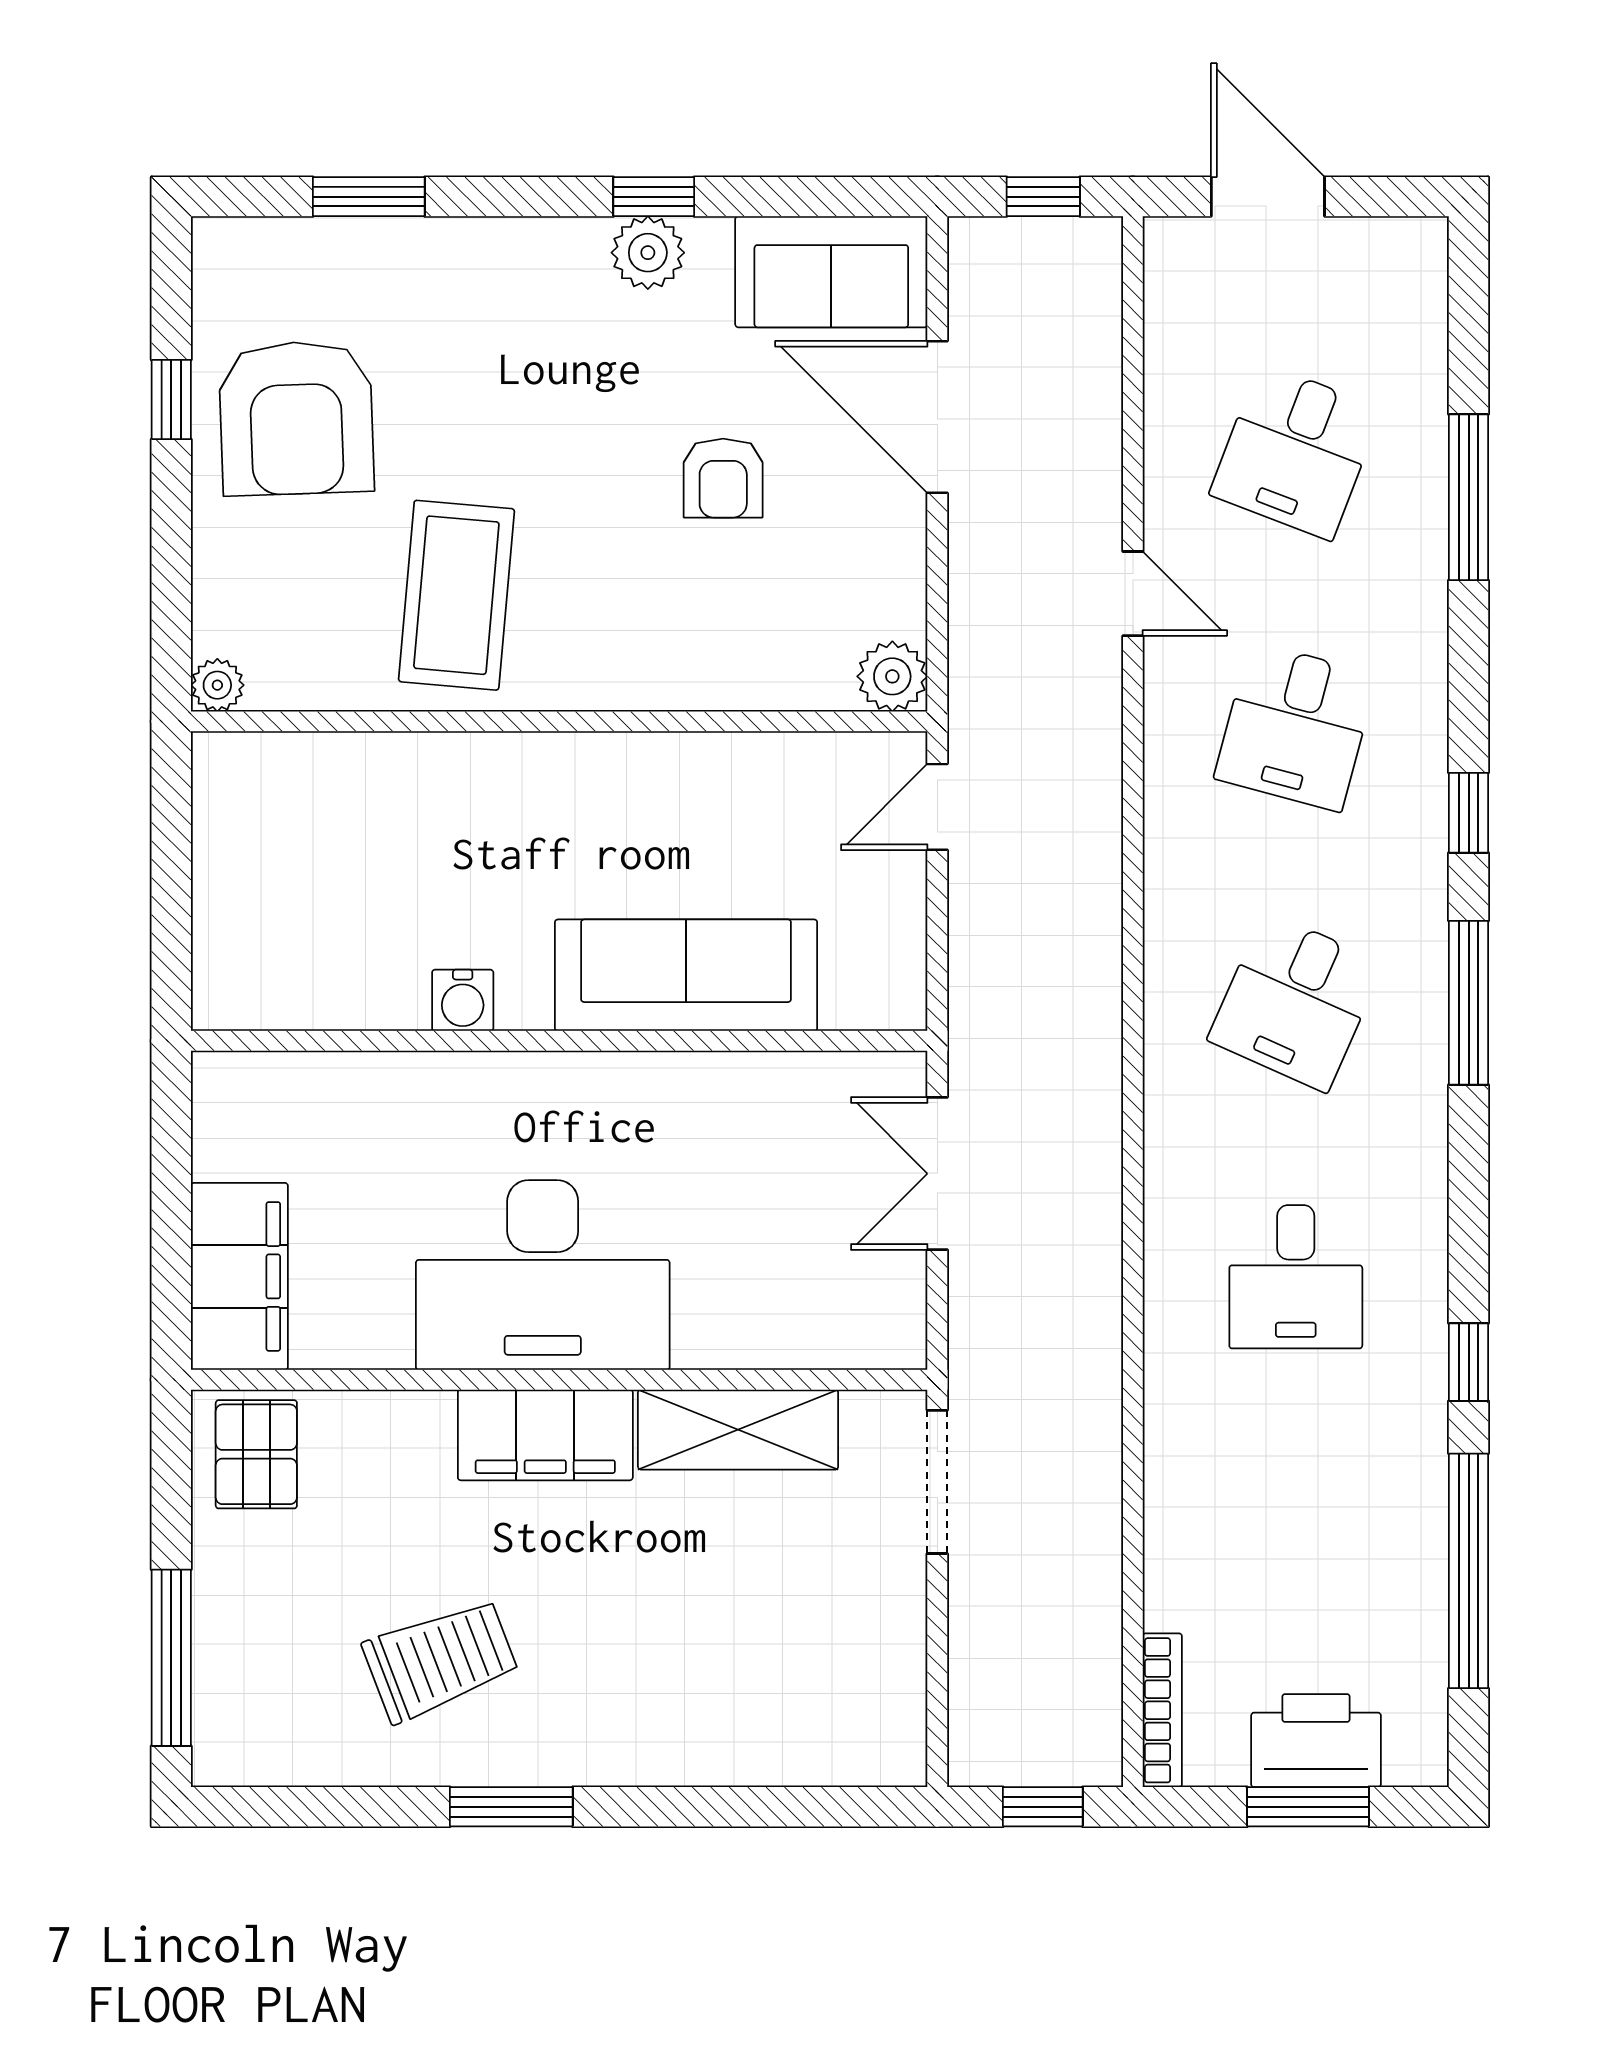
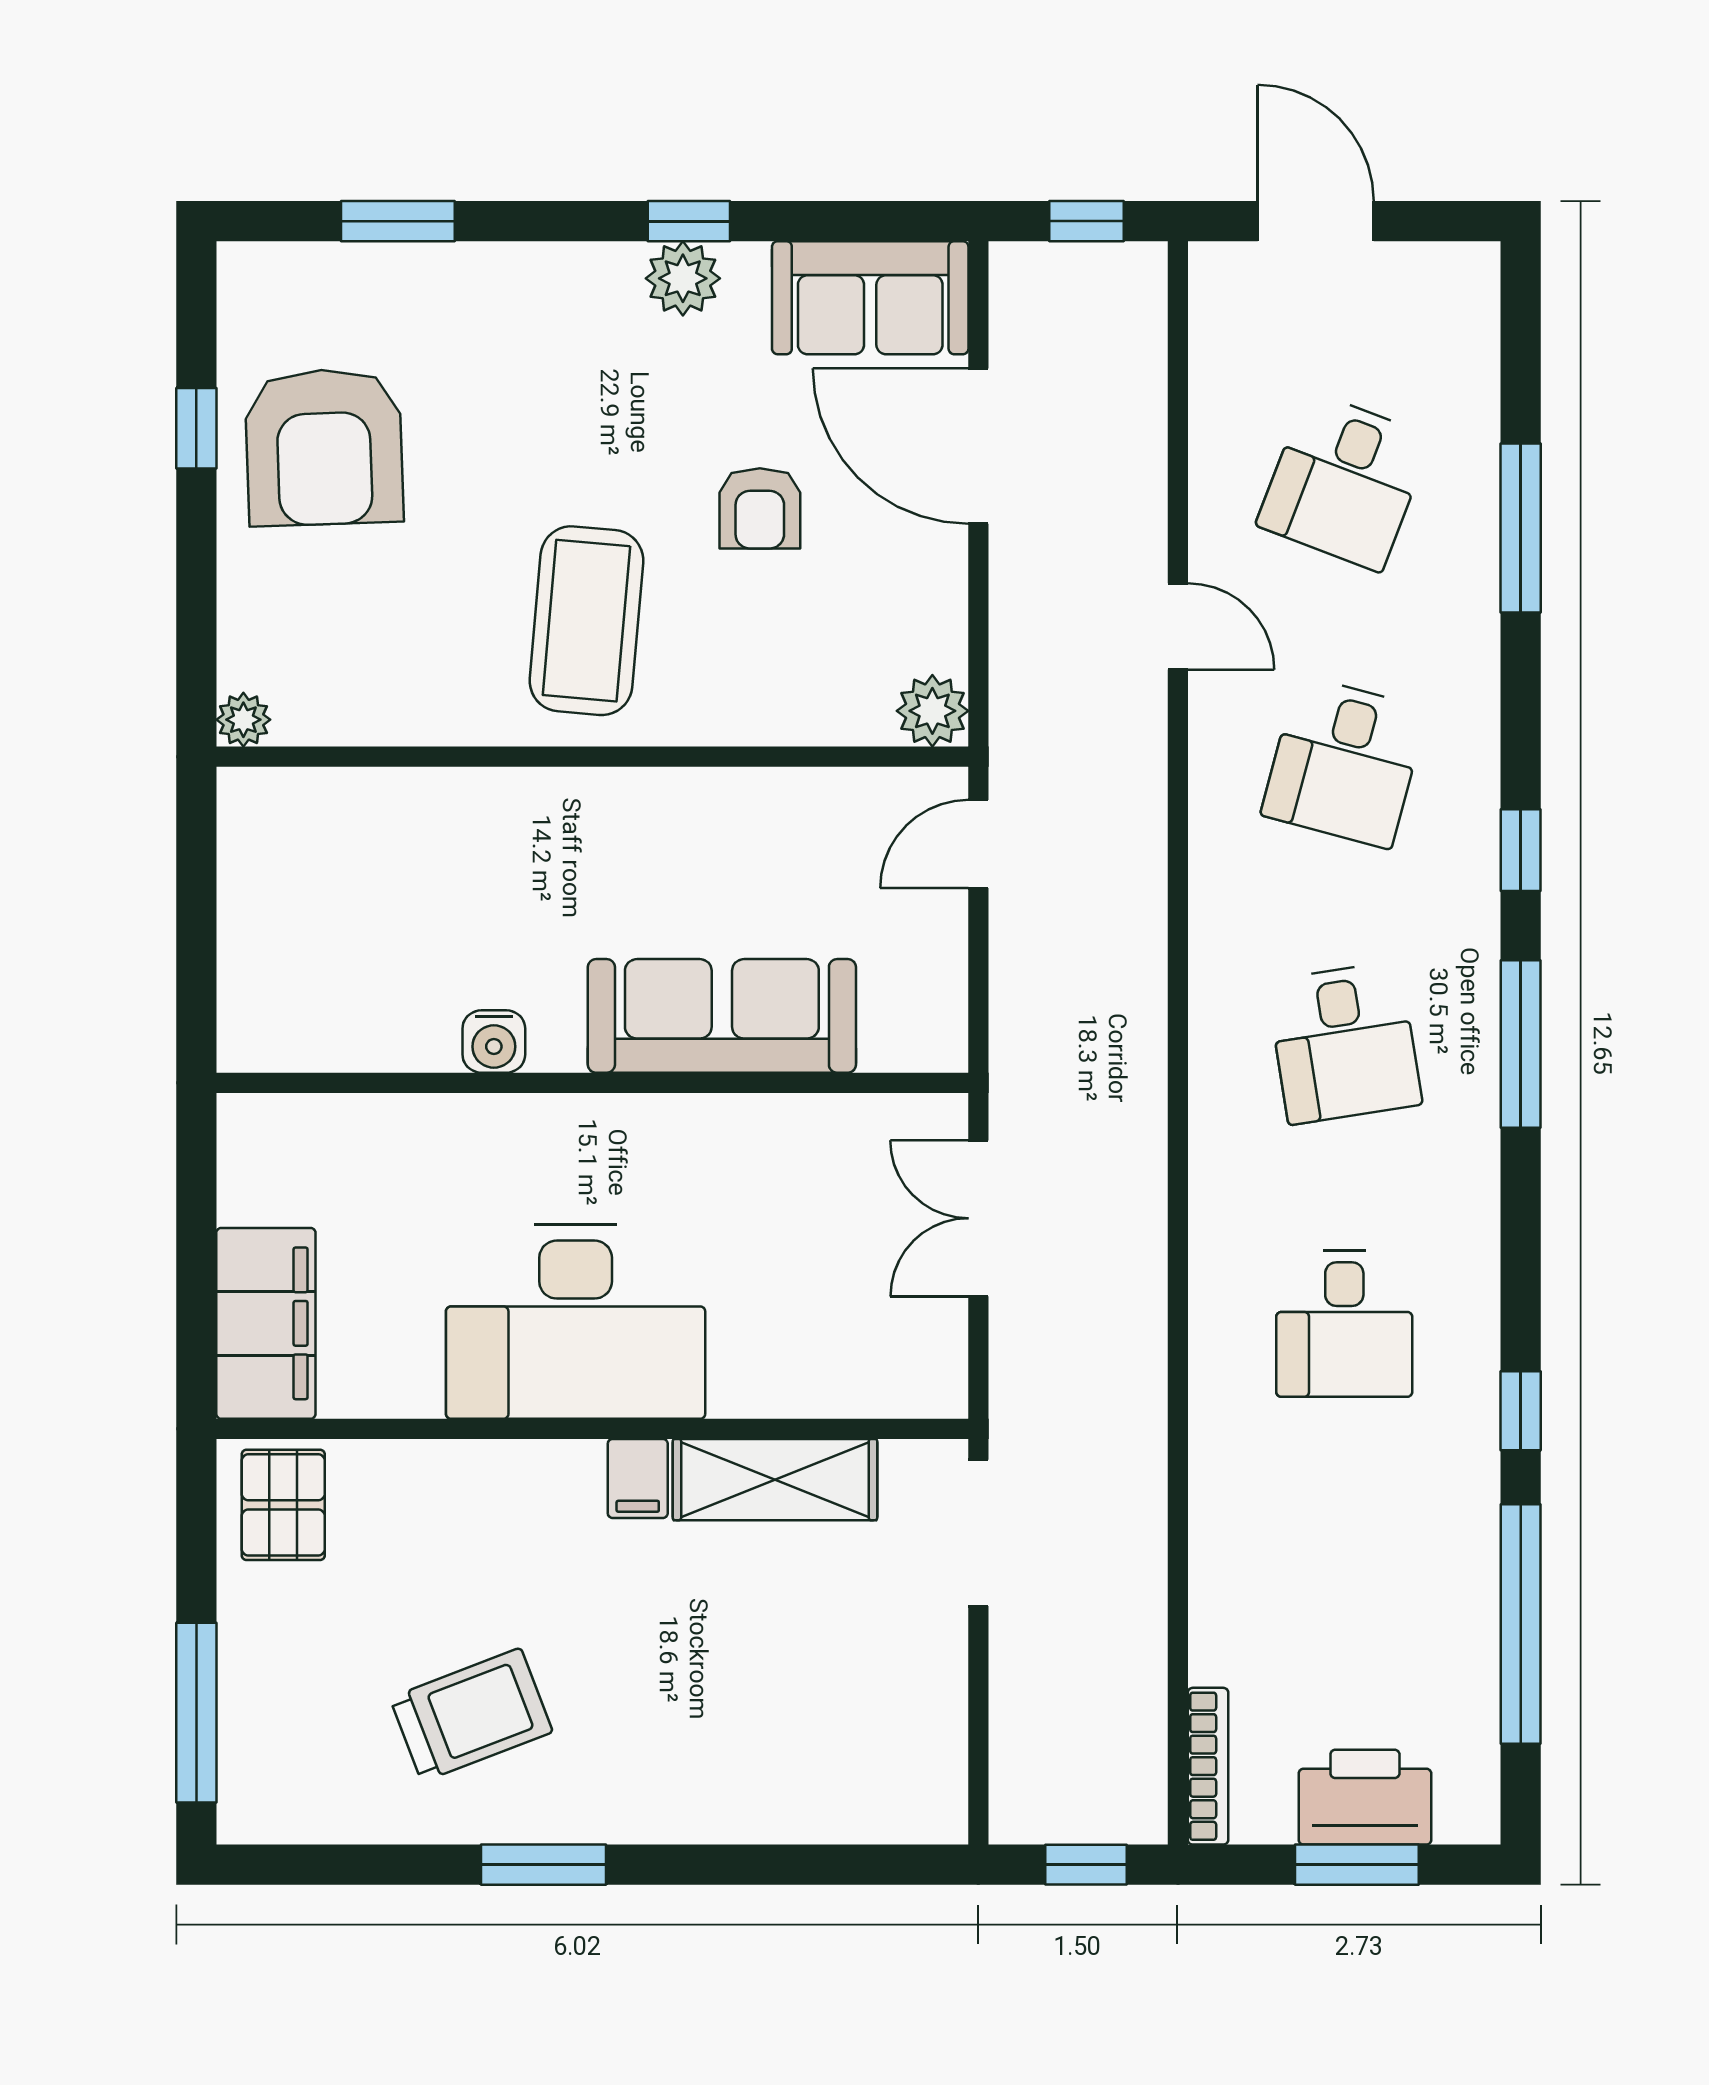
coffee table: (456, 595) -> (586, 621), moved
desk: (1296, 1002) -> (1344, 1043), turned -33
filing cabinet: (545, 1435) -> (638, 1478), width x0.33, depth x0.86

